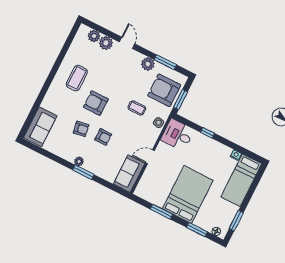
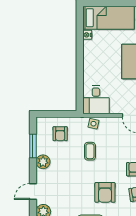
armchair: (164, 90) -> (60, 134), width x0.53, depth x0.53
window: (181, 99) -> (61, 114), removed
window: (207, 133) -> (80, 72), removed

